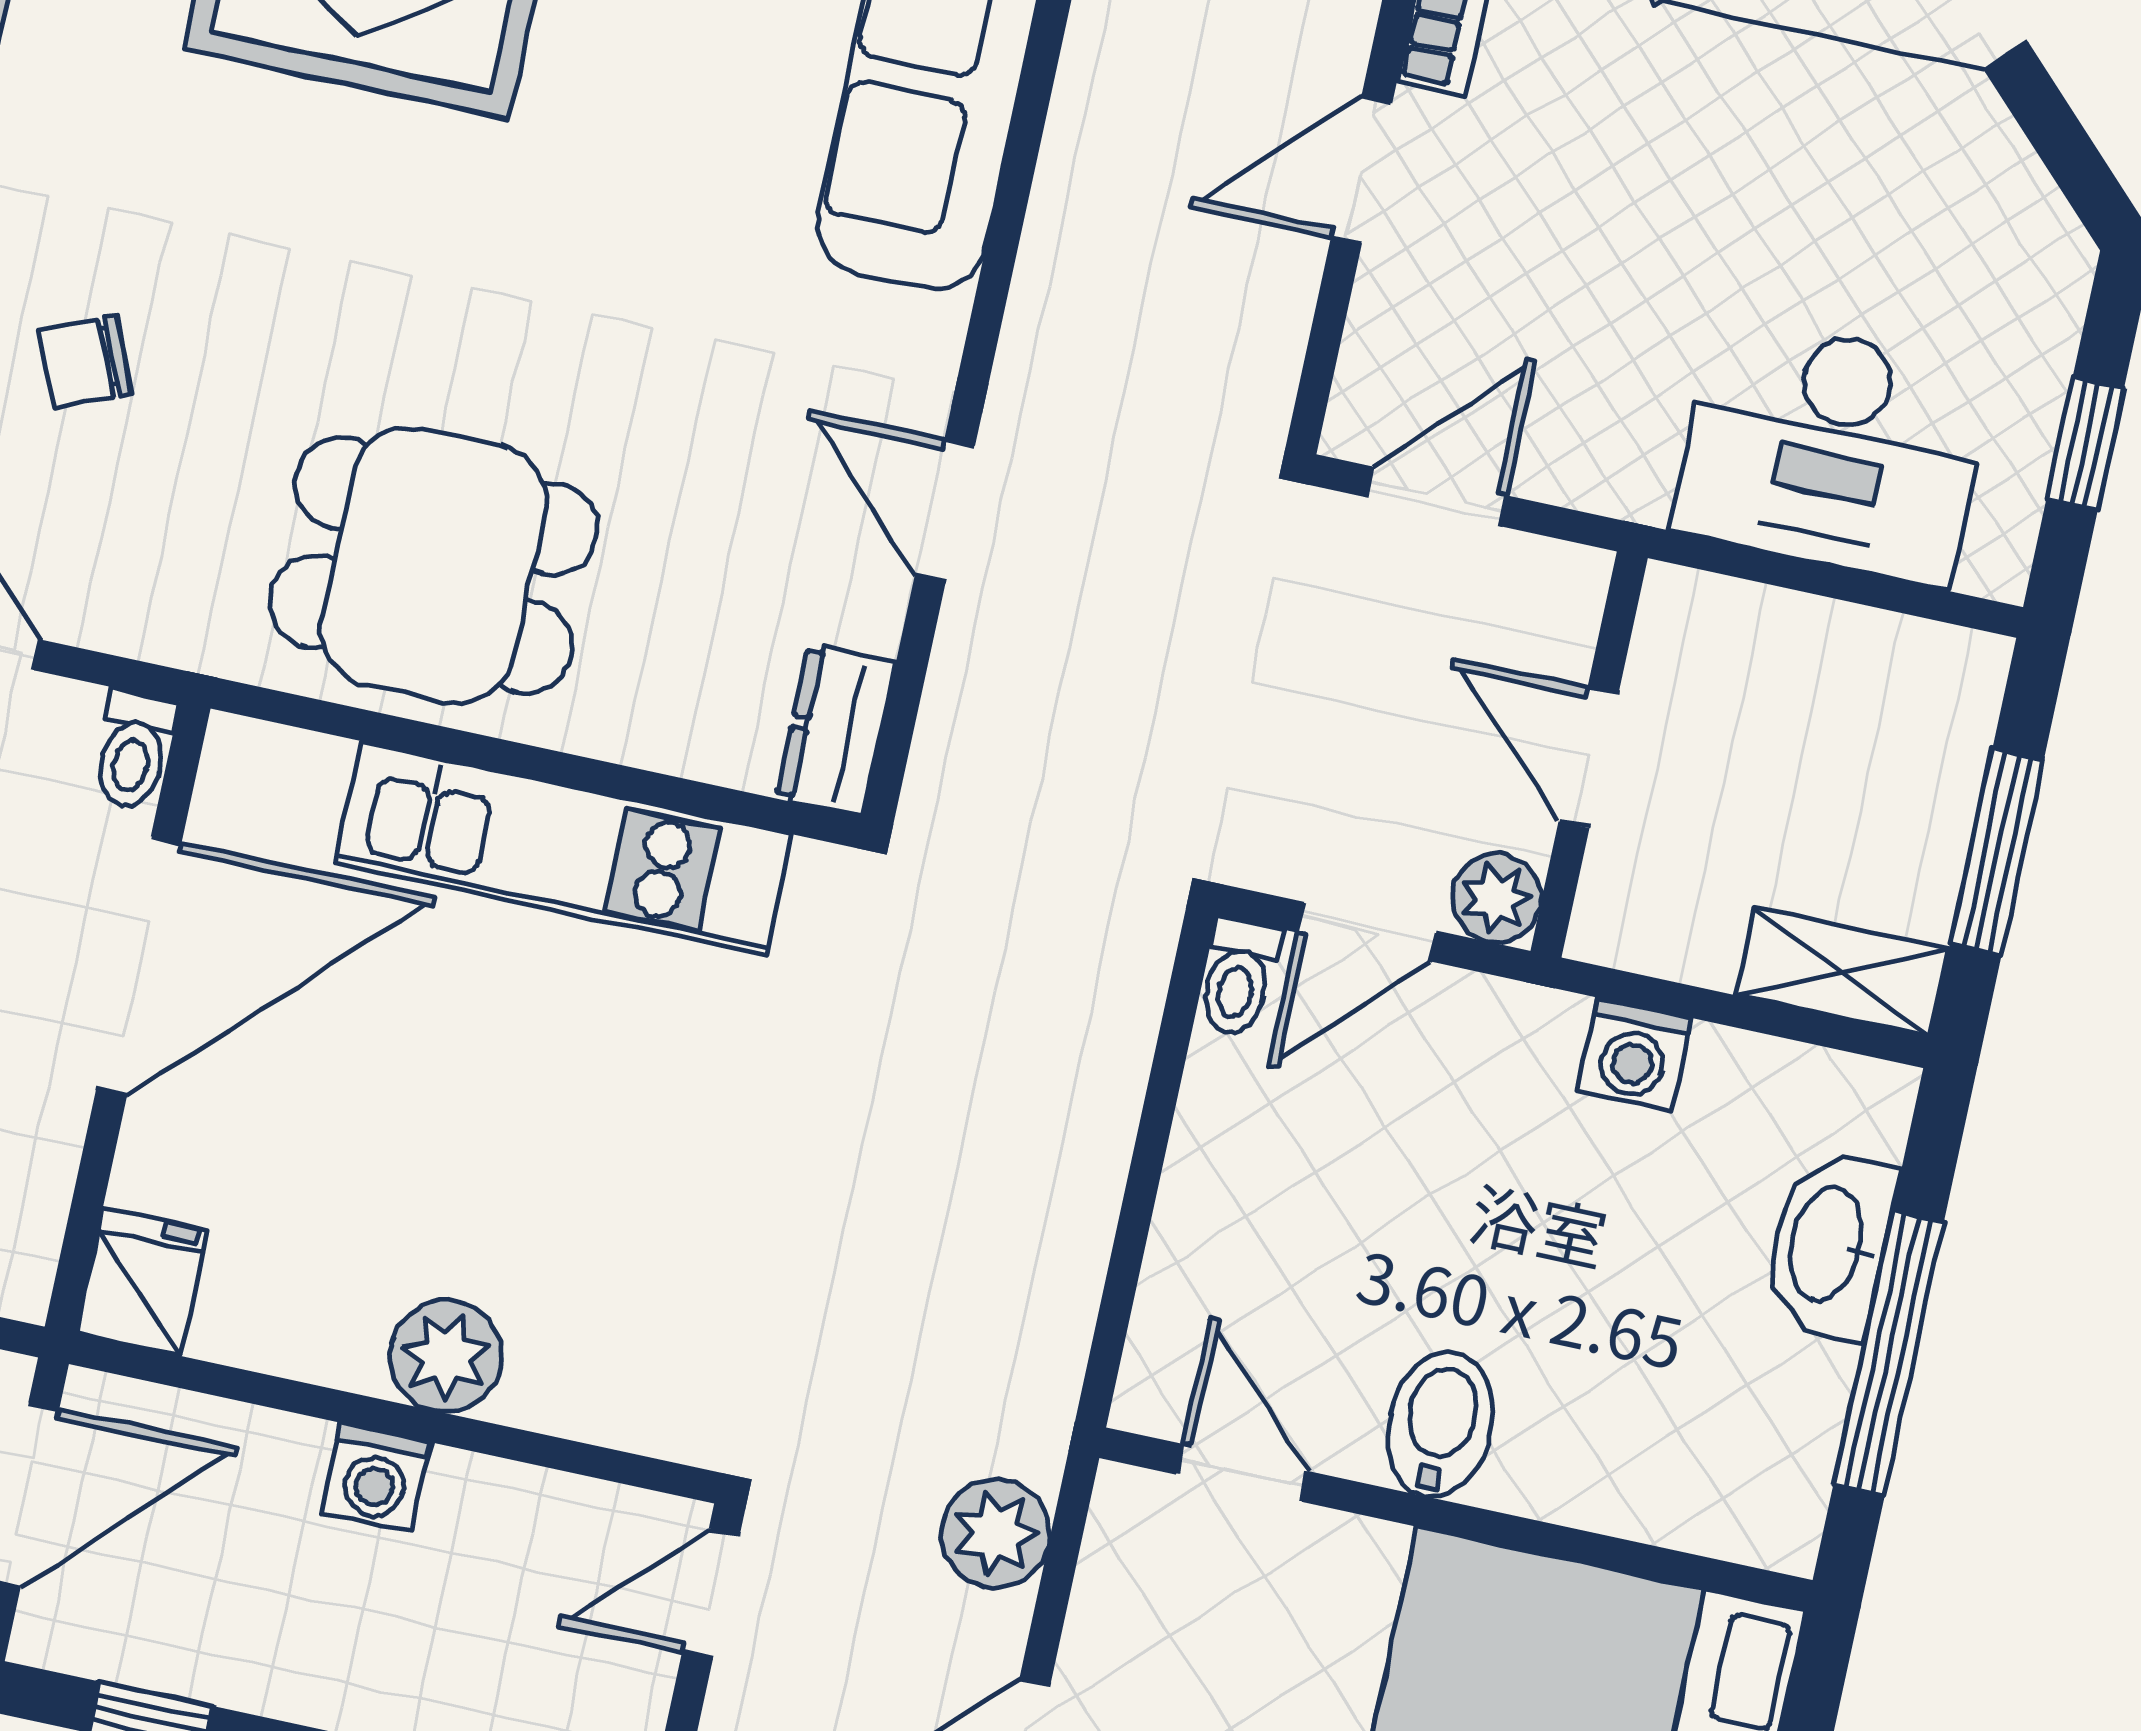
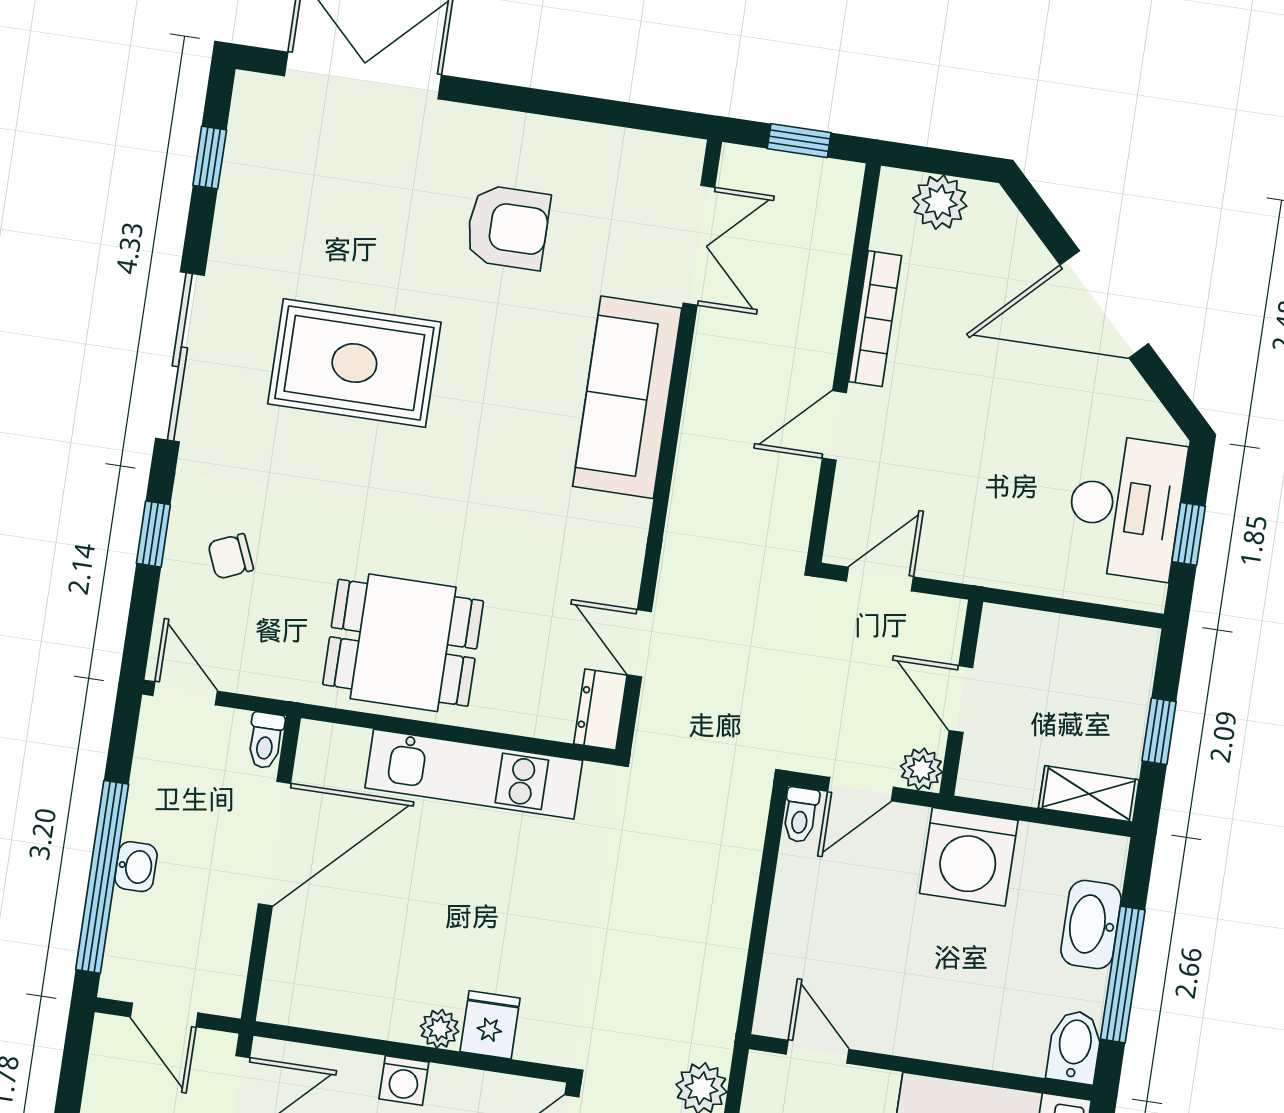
desk: (1833, 450) -> (1125, 507), moved, turned -90
door: (945, 510) -> (639, 643), moved
window: (1997, 851) -> (1159, 731), width x0.67
washing machine: (1634, 1055) -> (969, 857), width x1.89, depth x1.89
fridge: (142, 1282) -> (490, 1025), moved
plant: (446, 1356) -> (440, 1029), width x0.73, depth x0.73
bidet: (1440, 1424) -> (1075, 1047), moved

